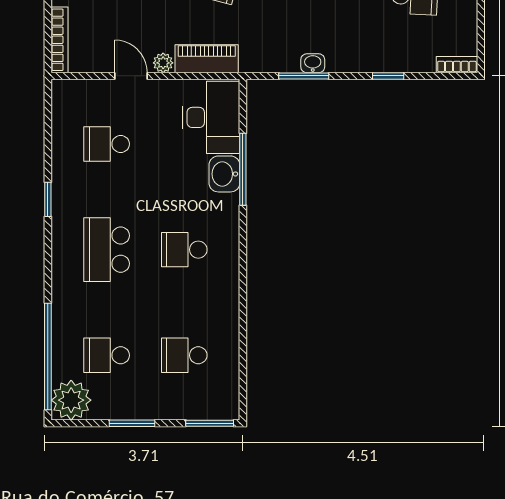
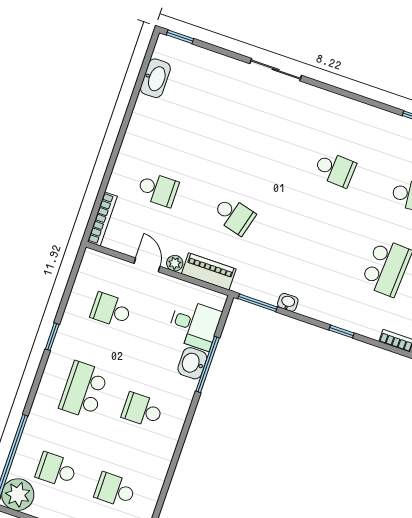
window: (304, 76) -> (258, 303), moved
desk: (211, 117) -> (194, 324), width x0.73

